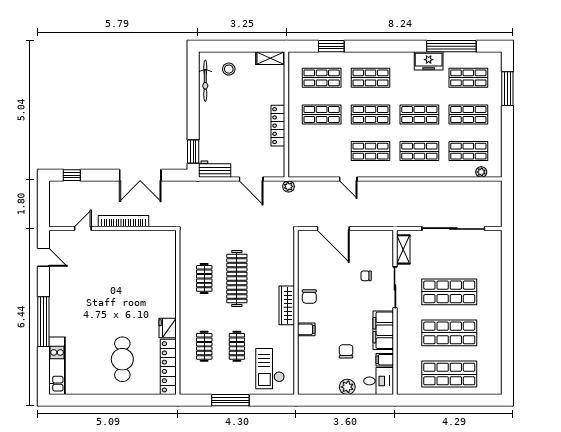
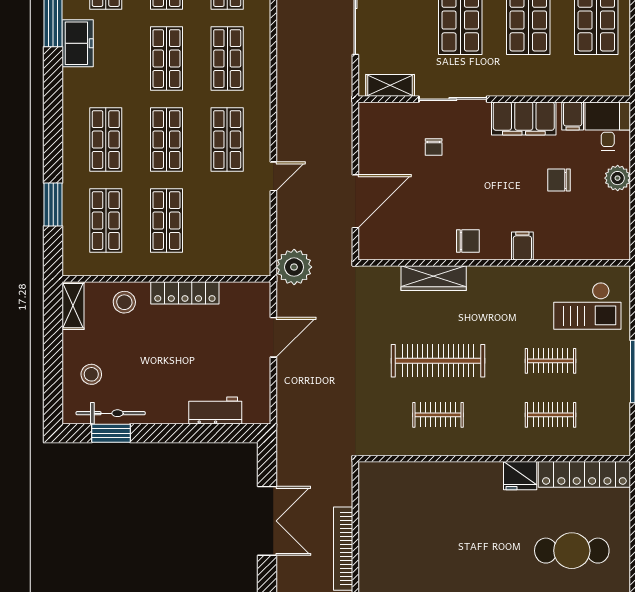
stool: (272, 89) -> (124, 302), added
window: (193, 152) -> (111, 433), moved
workbench: (215, 169) -> (215, 410), moved, turned 90
plant: (289, 186) -> (294, 267), width x1.88, depth x1.88
wardrobe: (287, 305) -> (434, 278), moved

